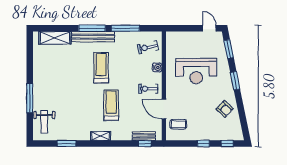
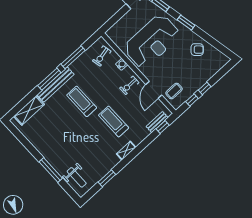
reception desk: (196, 71) -> (152, 41), width x1.36, depth x1.30
door: (164, 109) -> (154, 90), hinge flipped
window: (227, 144) -> (192, 100), moved

